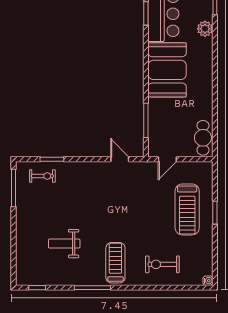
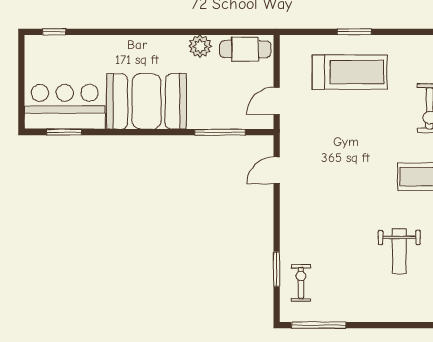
plant: (205, 29) -> (200, 46), moved
door: (167, 159) -> (277, 101), swing flipped

